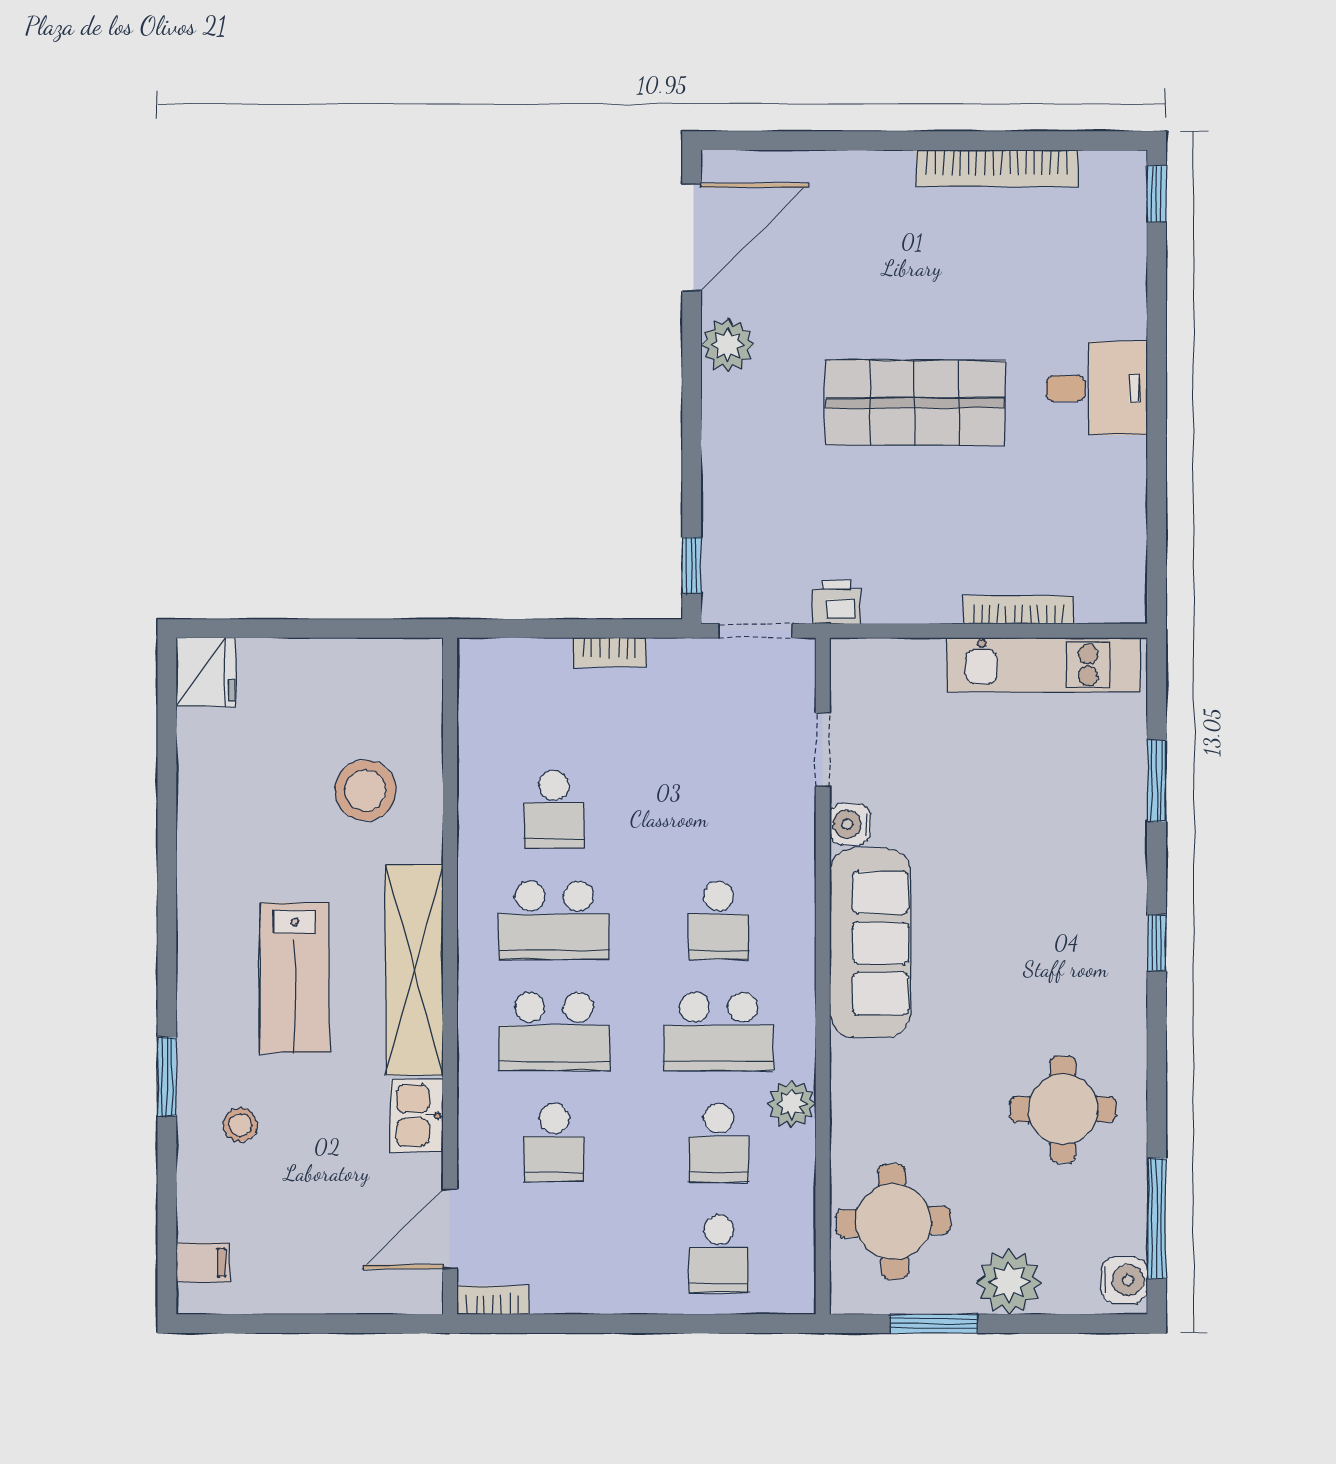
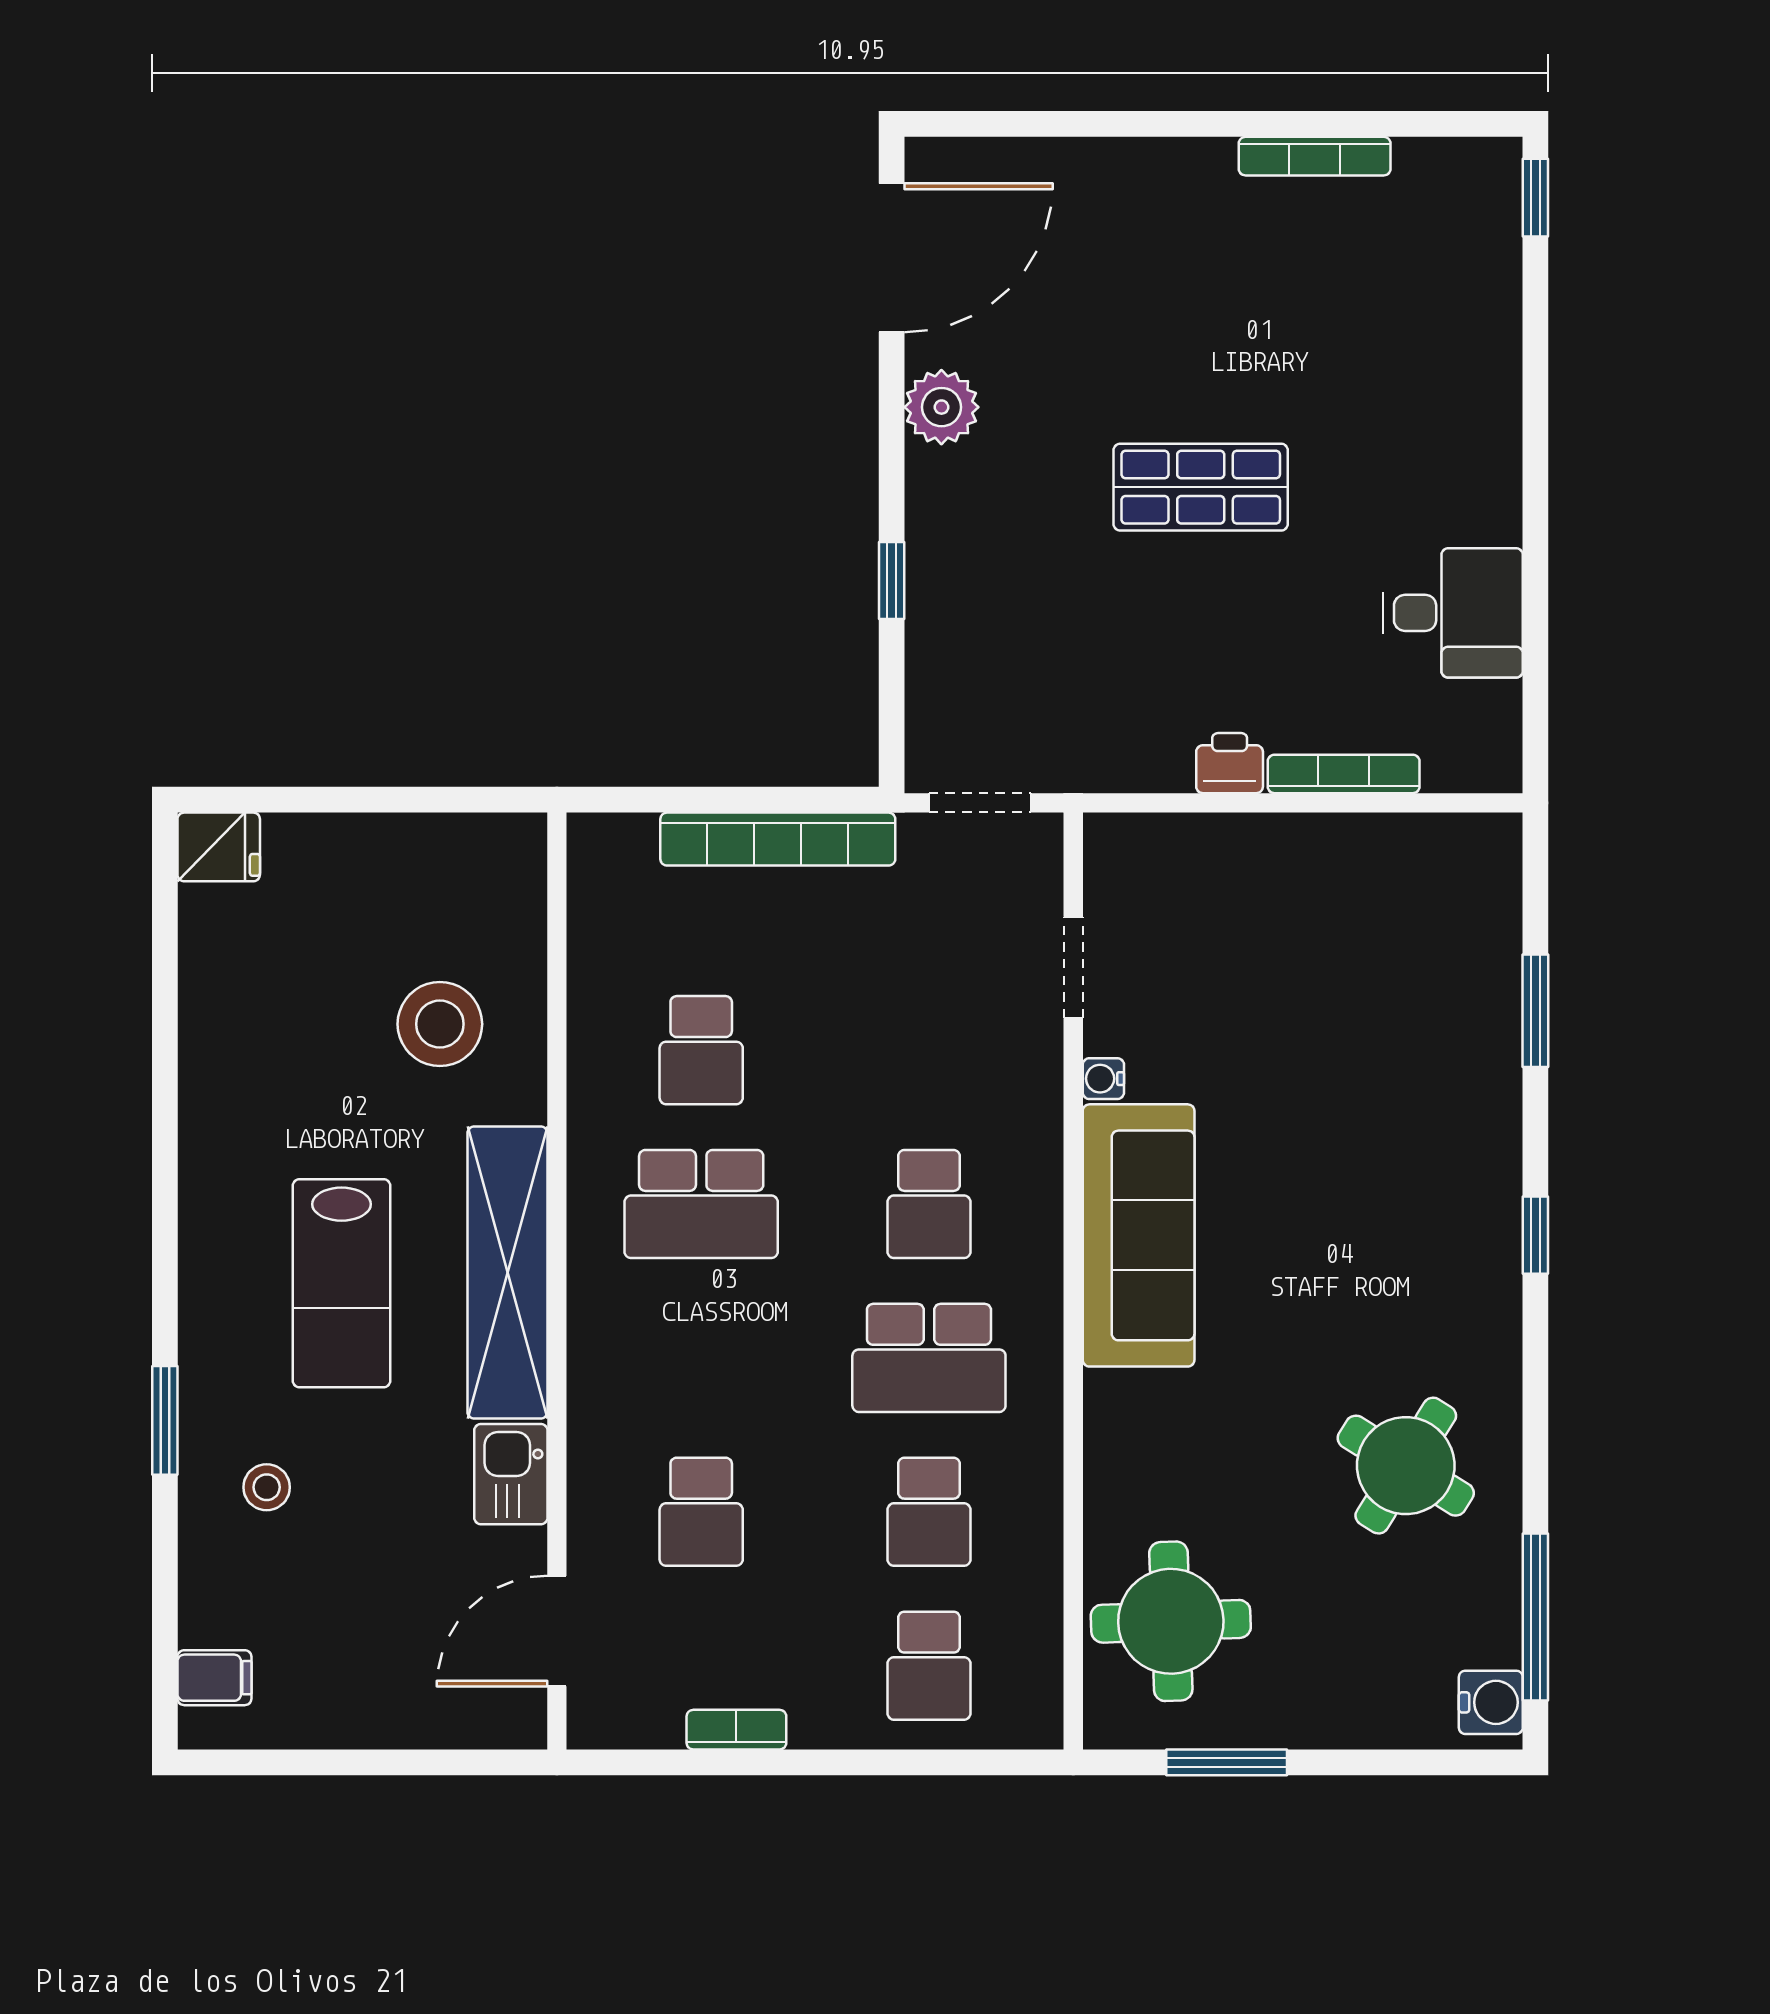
bookcase: (997, 168) -> (1315, 156), width x0.68, depth x0.76
desk: (1097, 388) -> (1453, 613), moved
shop shelf: (915, 403) -> (1201, 487), width x0.70, depth x0.74
window: (692, 565) -> (892, 581), moved
printer: (836, 602) -> (1230, 763), moved
bookcase: (610, 652) -> (778, 839), width x2.31, depth x1.31
kitchen unit: (1043, 665) -> (1379, 850), removed
fridge: (206, 672) -> (219, 847), width x0.72
water cooler: (850, 824) -> (1103, 1079), width x0.72, depth x0.72
school desk: (554, 1032) -> (701, 1358), removed
plant: (792, 1104) -> (1030, 1458), removed
round table: (1063, 1109) -> (1406, 1466), turned 32
plant: (1009, 1282) -> (1331, 1705), removed
bookcase: (493, 1300) -> (736, 1730), moved

